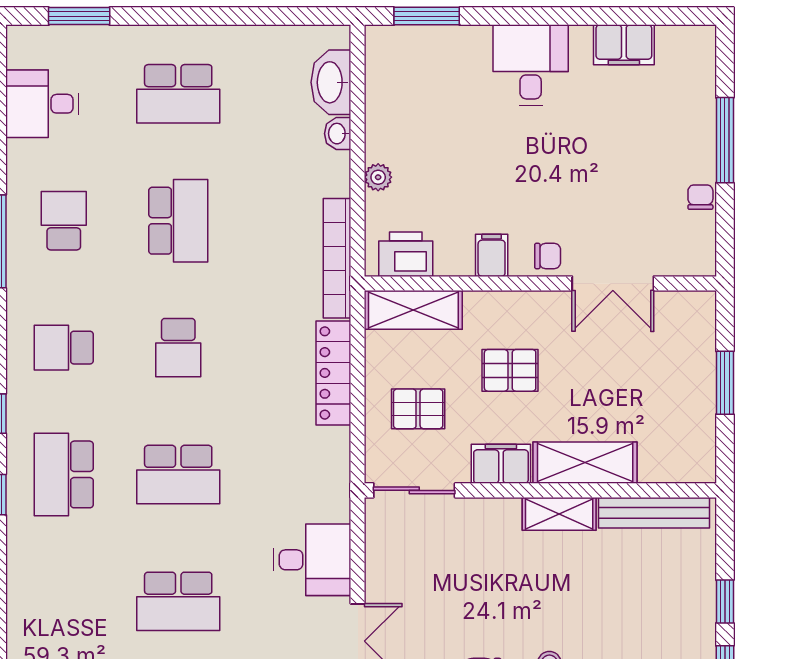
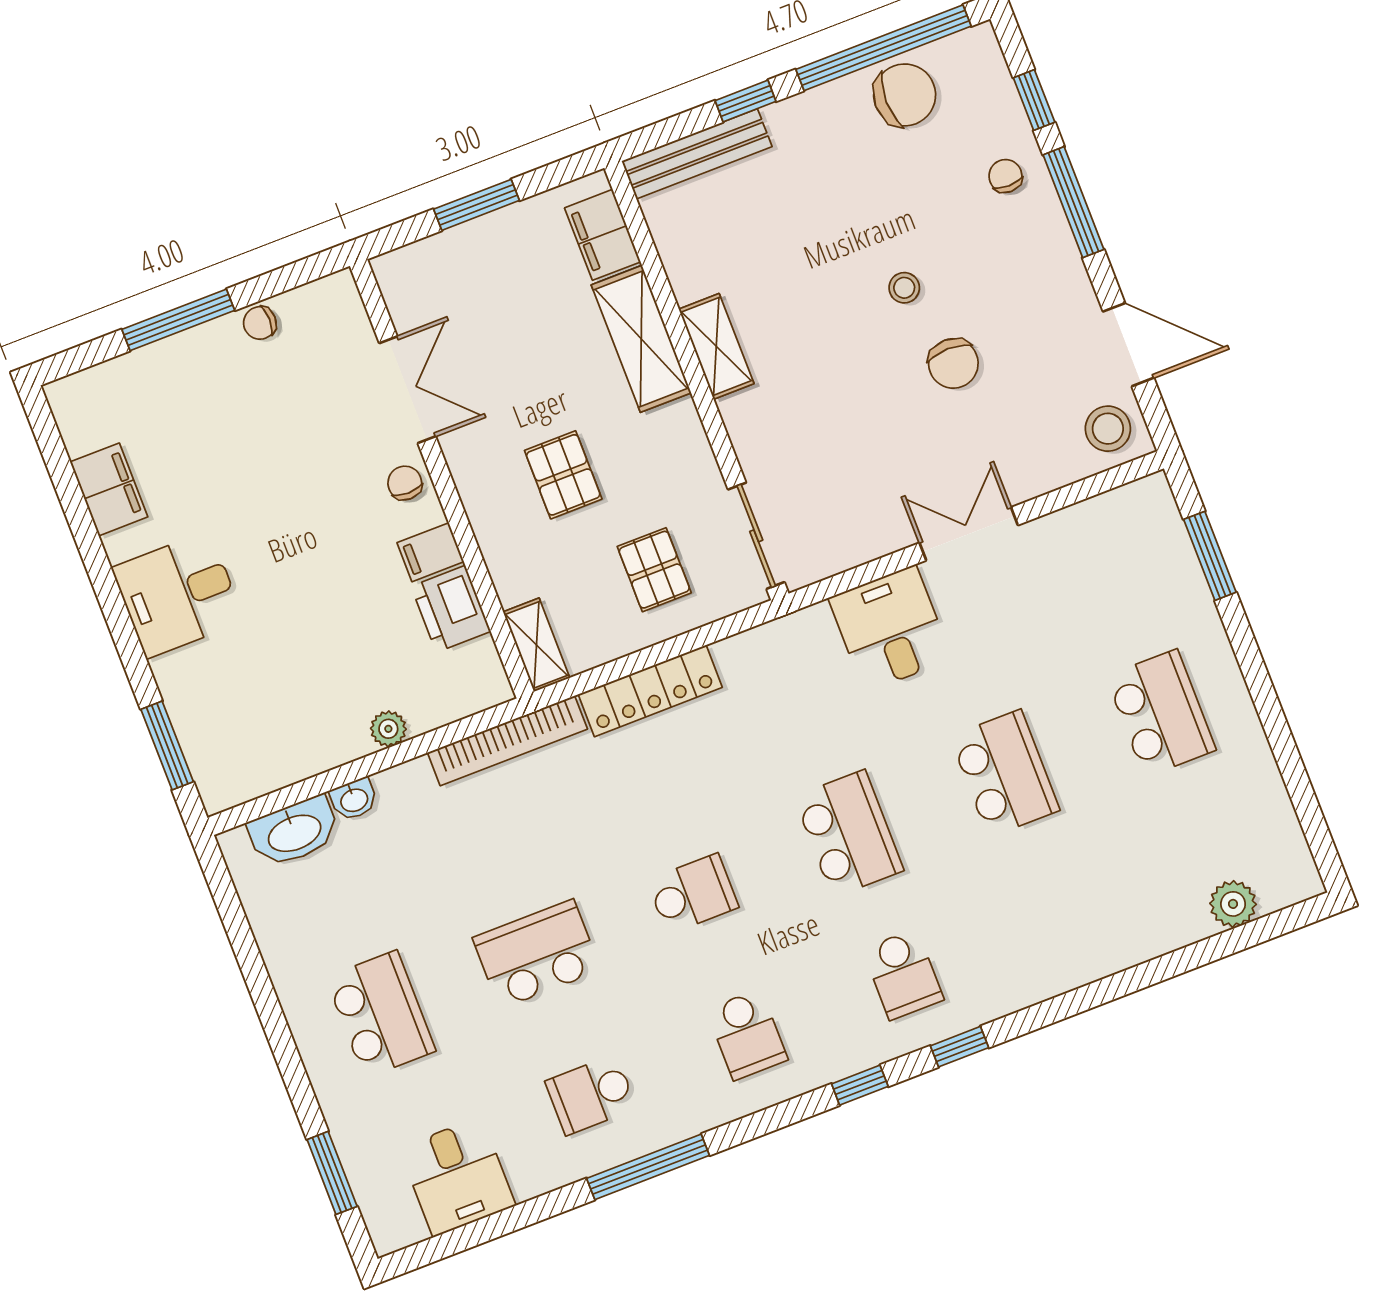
printer: (406, 254) -> (451, 609), moved
shelving: (413, 310) -> (536, 645), width x0.67, depth x0.75
filing cabinet: (501, 464) -> (603, 235), moved
school desk: (64, 474) -> (903, 974), width x0.54
bench: (654, 513) -> (697, 154), moved, turned 90

